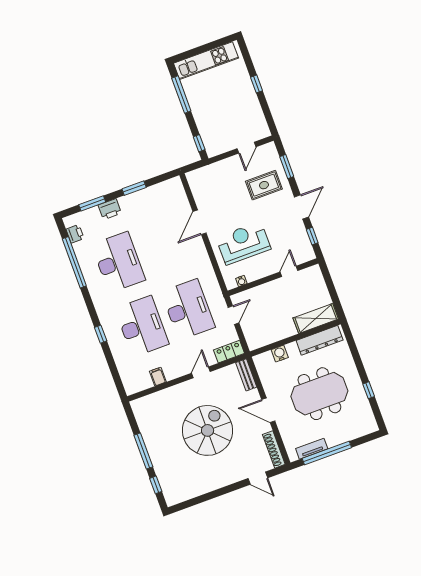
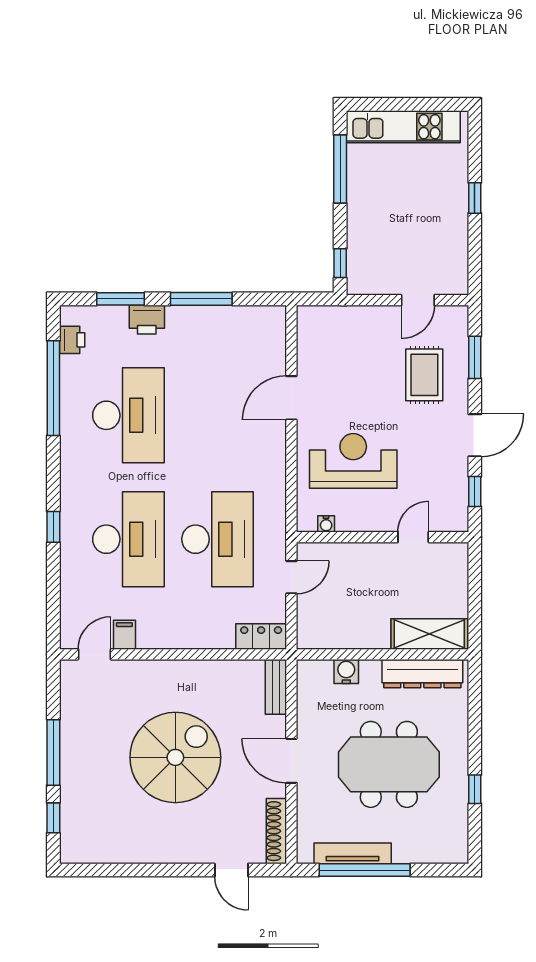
rug: (264, 185) -> (424, 375), turned 90
window: (134, 188) -> (201, 299), width x1.44
door: (201, 372) -> (95, 654), moved
tv unit: (312, 449) -> (353, 853), width x1.41

